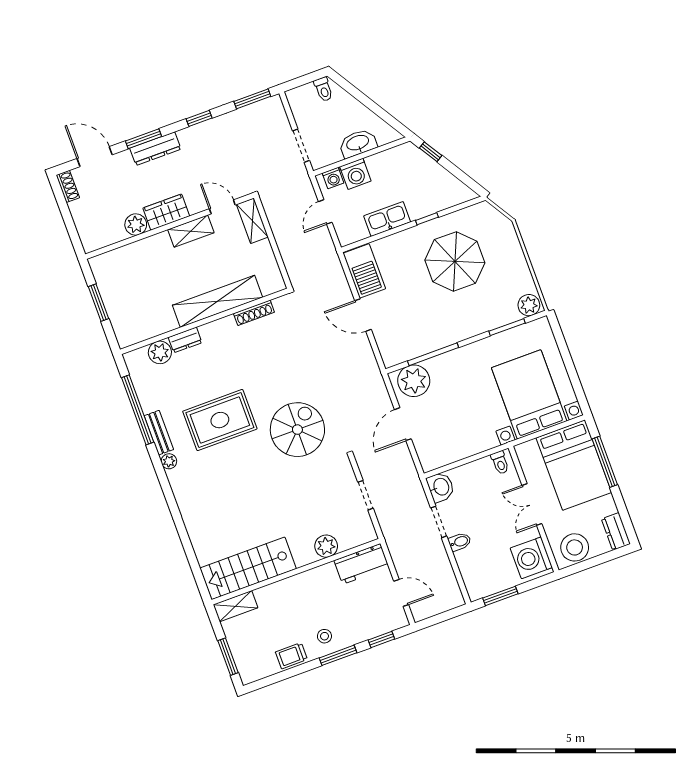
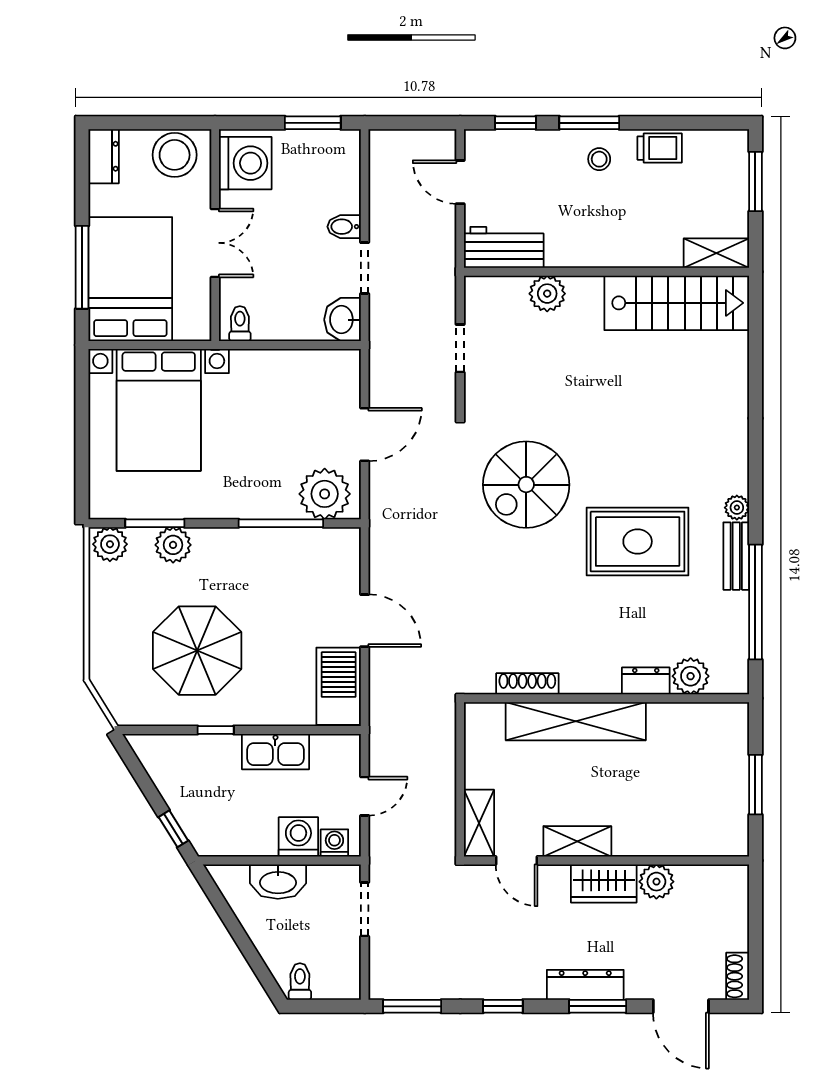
plant: (492, 318) -> (173, 545), added

